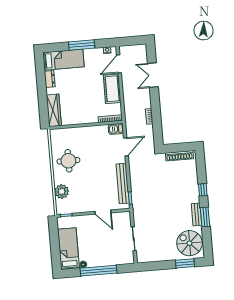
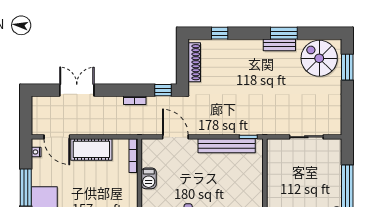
double door: (153, 75) -> (77, 90), swing flipped
barbecue: (116, 129) -> (149, 178), moved
window: (158, 136) -> (163, 90), added
window: (203, 190) -> (220, 33), moved
door: (103, 212) -> (265, 177), removed
spiral stairs: (189, 243) -> (319, 58), turned 90

